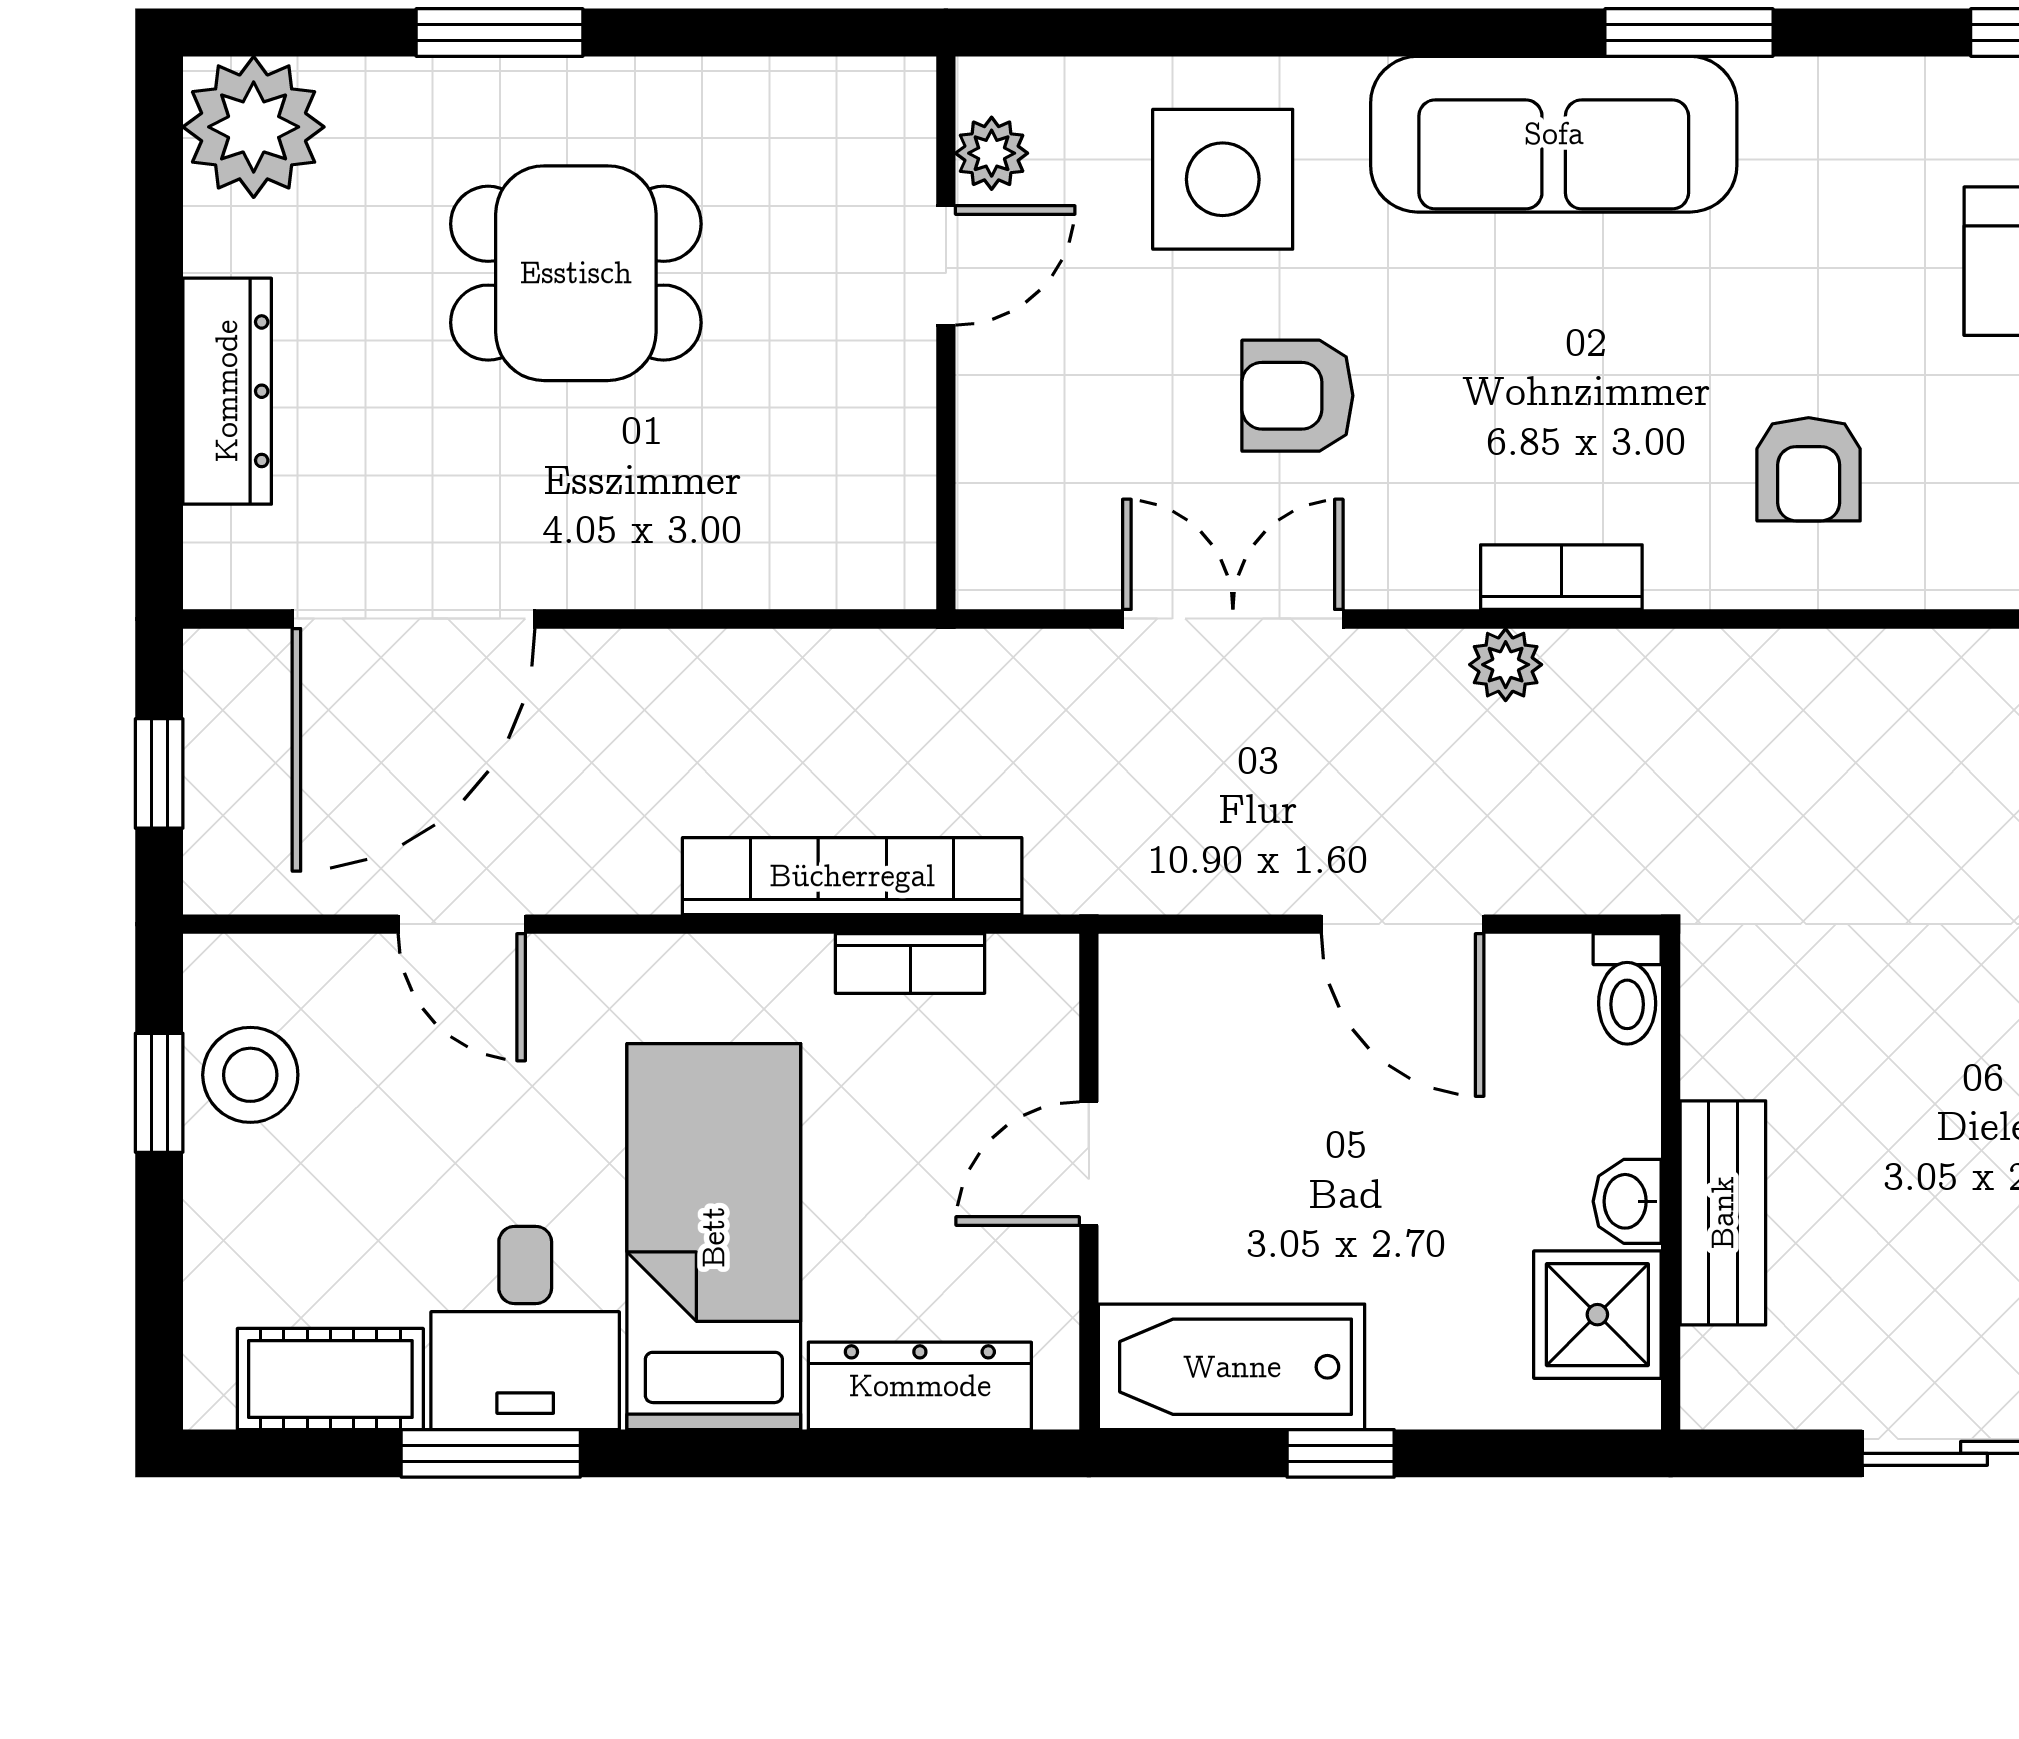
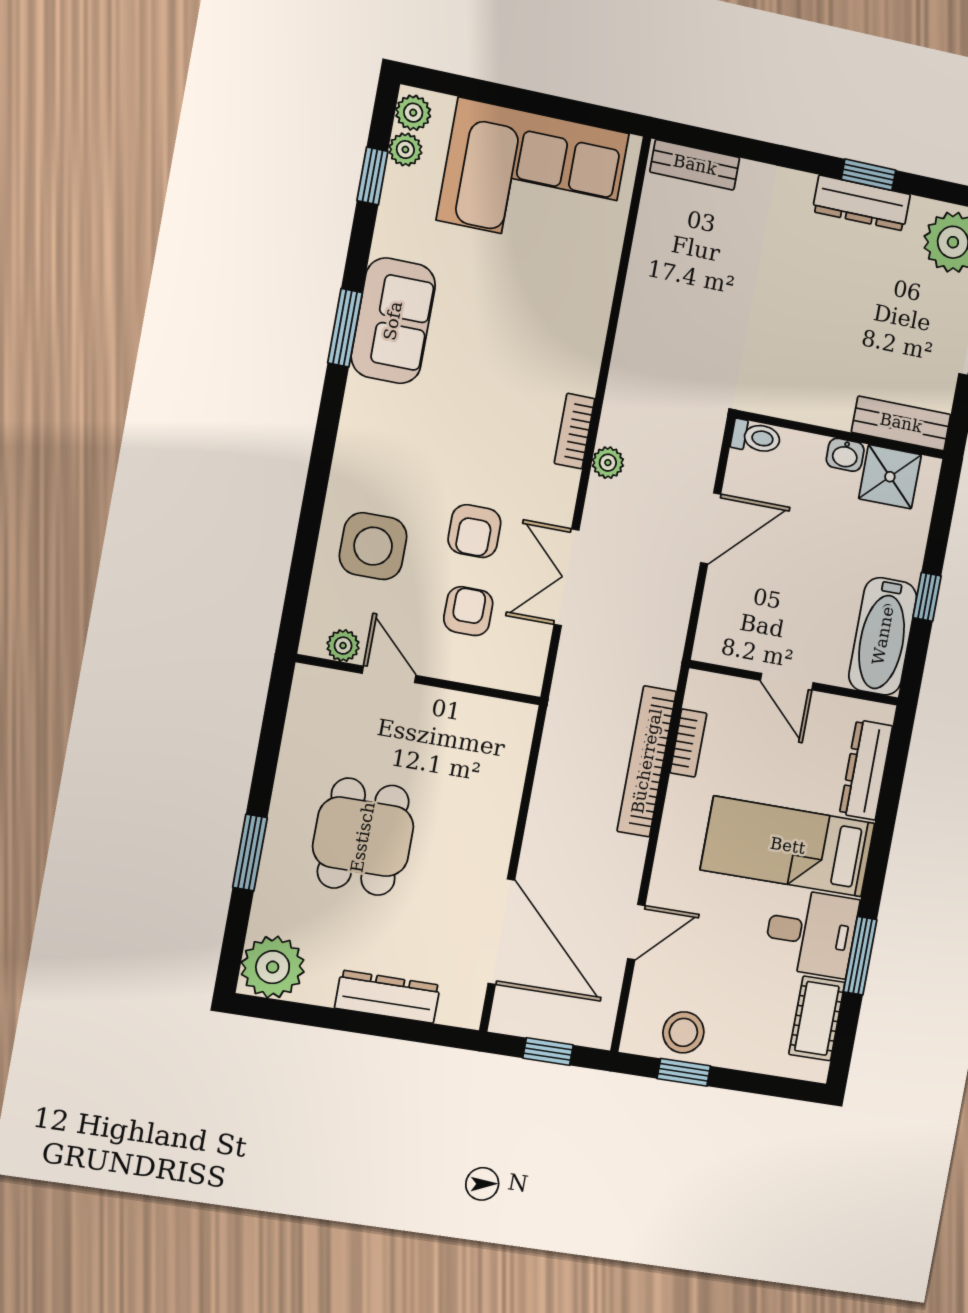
sofa: (1554, 134) -> (393, 321), moved, width x0.73
armchair: (1809, 469) -> (468, 611), moved, turned -90
bench: (1723, 1213) -> (901, 423), moved

